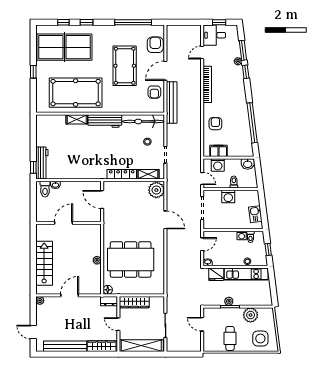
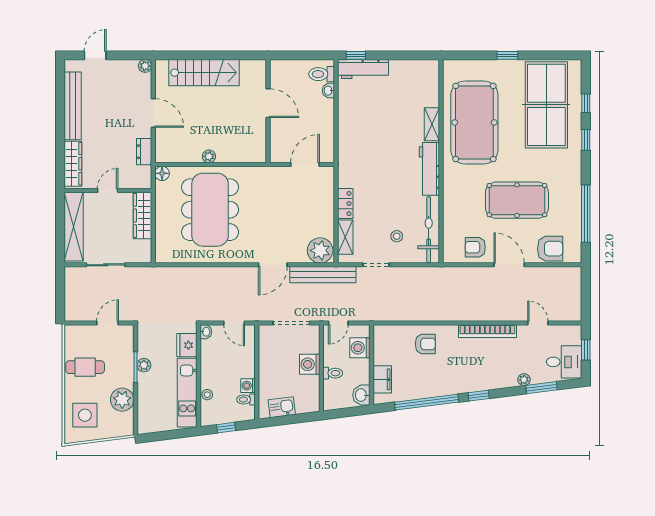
desk: (214, 35) -> (564, 362), moved, turned 90
window: (246, 72) -> (479, 396), moved
bench: (172, 102) -> (323, 275), moved
filing cabinet: (219, 151) -> (382, 379), moved
locker: (122, 174) -> (345, 204), width x0.66
dresser: (109, 301) -> (144, 152), moved

